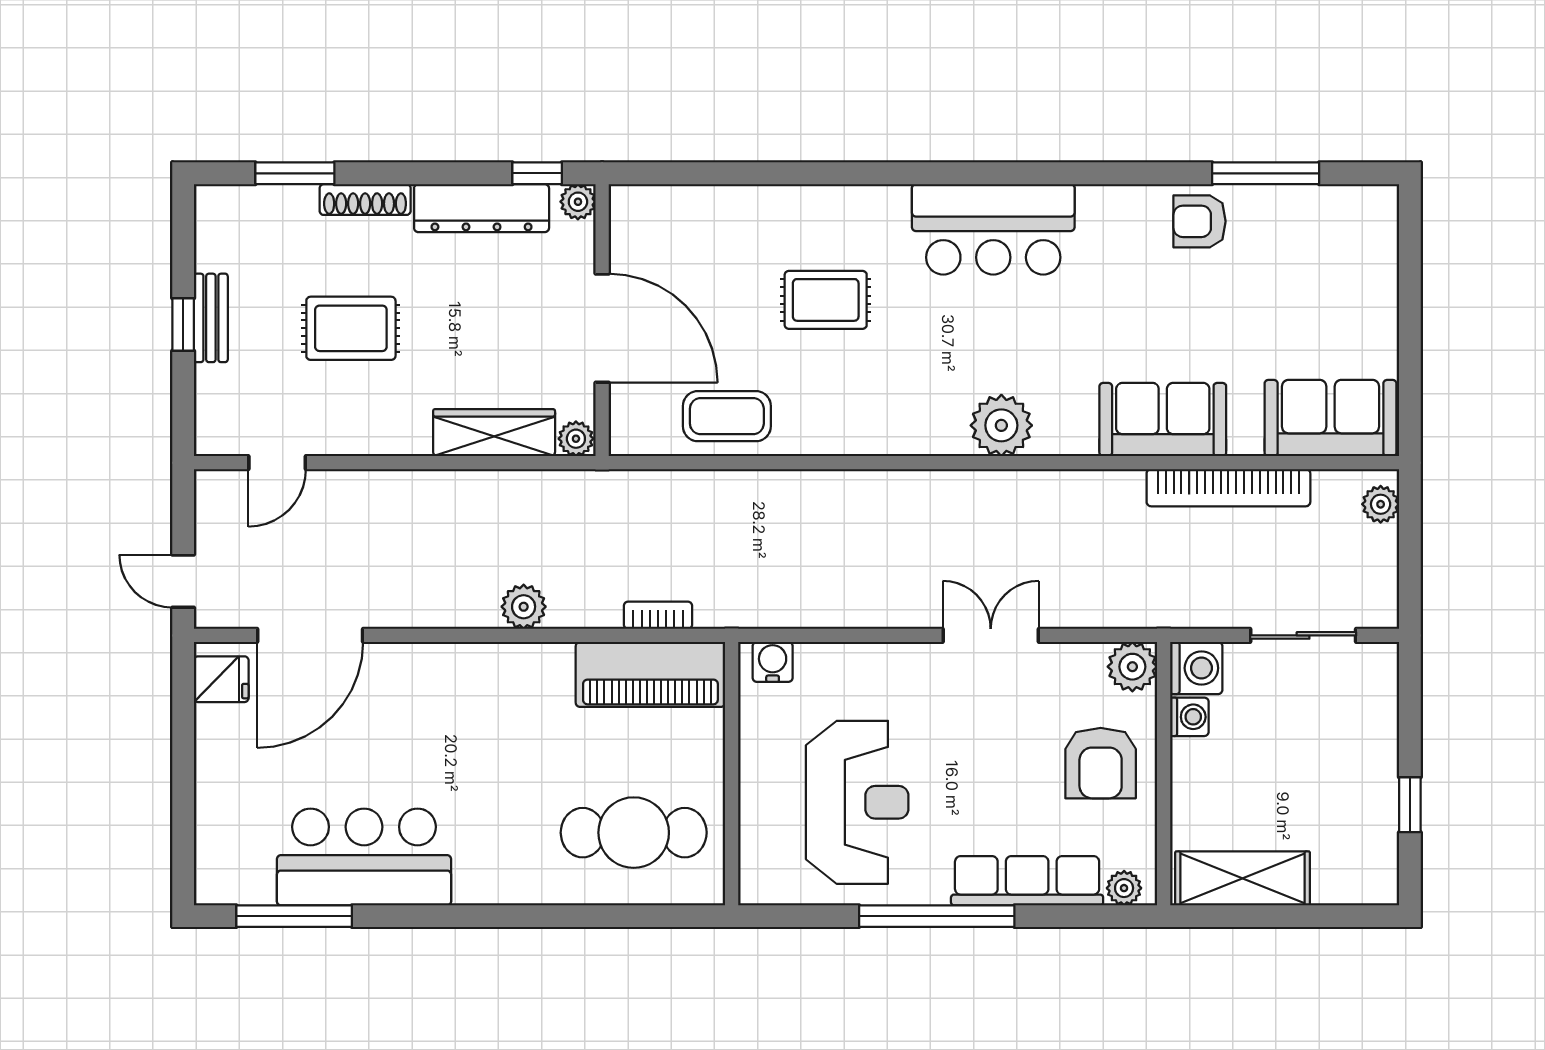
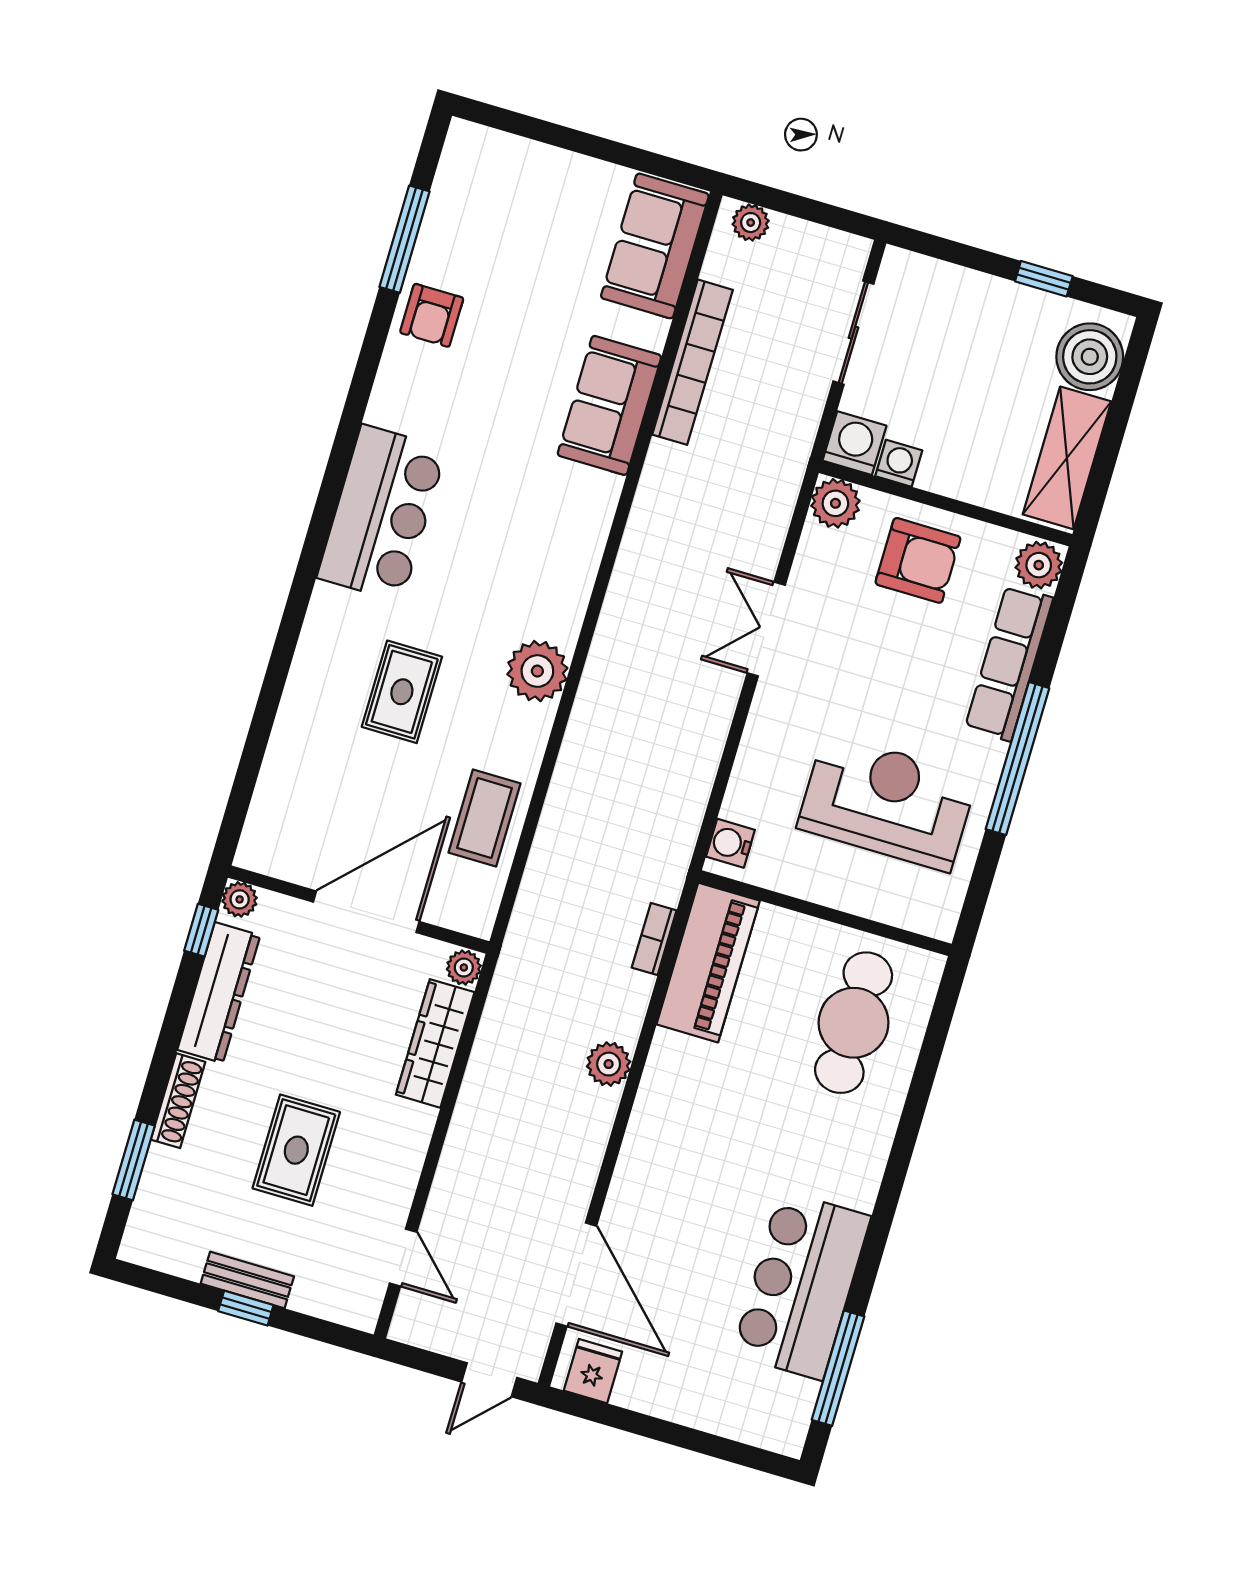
plant: (1001, 425) -> (537, 671), moved
boiler: (1347, 872) -> (1090, 357), added
plant: (1124, 888) -> (1039, 565), width x1.38, depth x1.38

